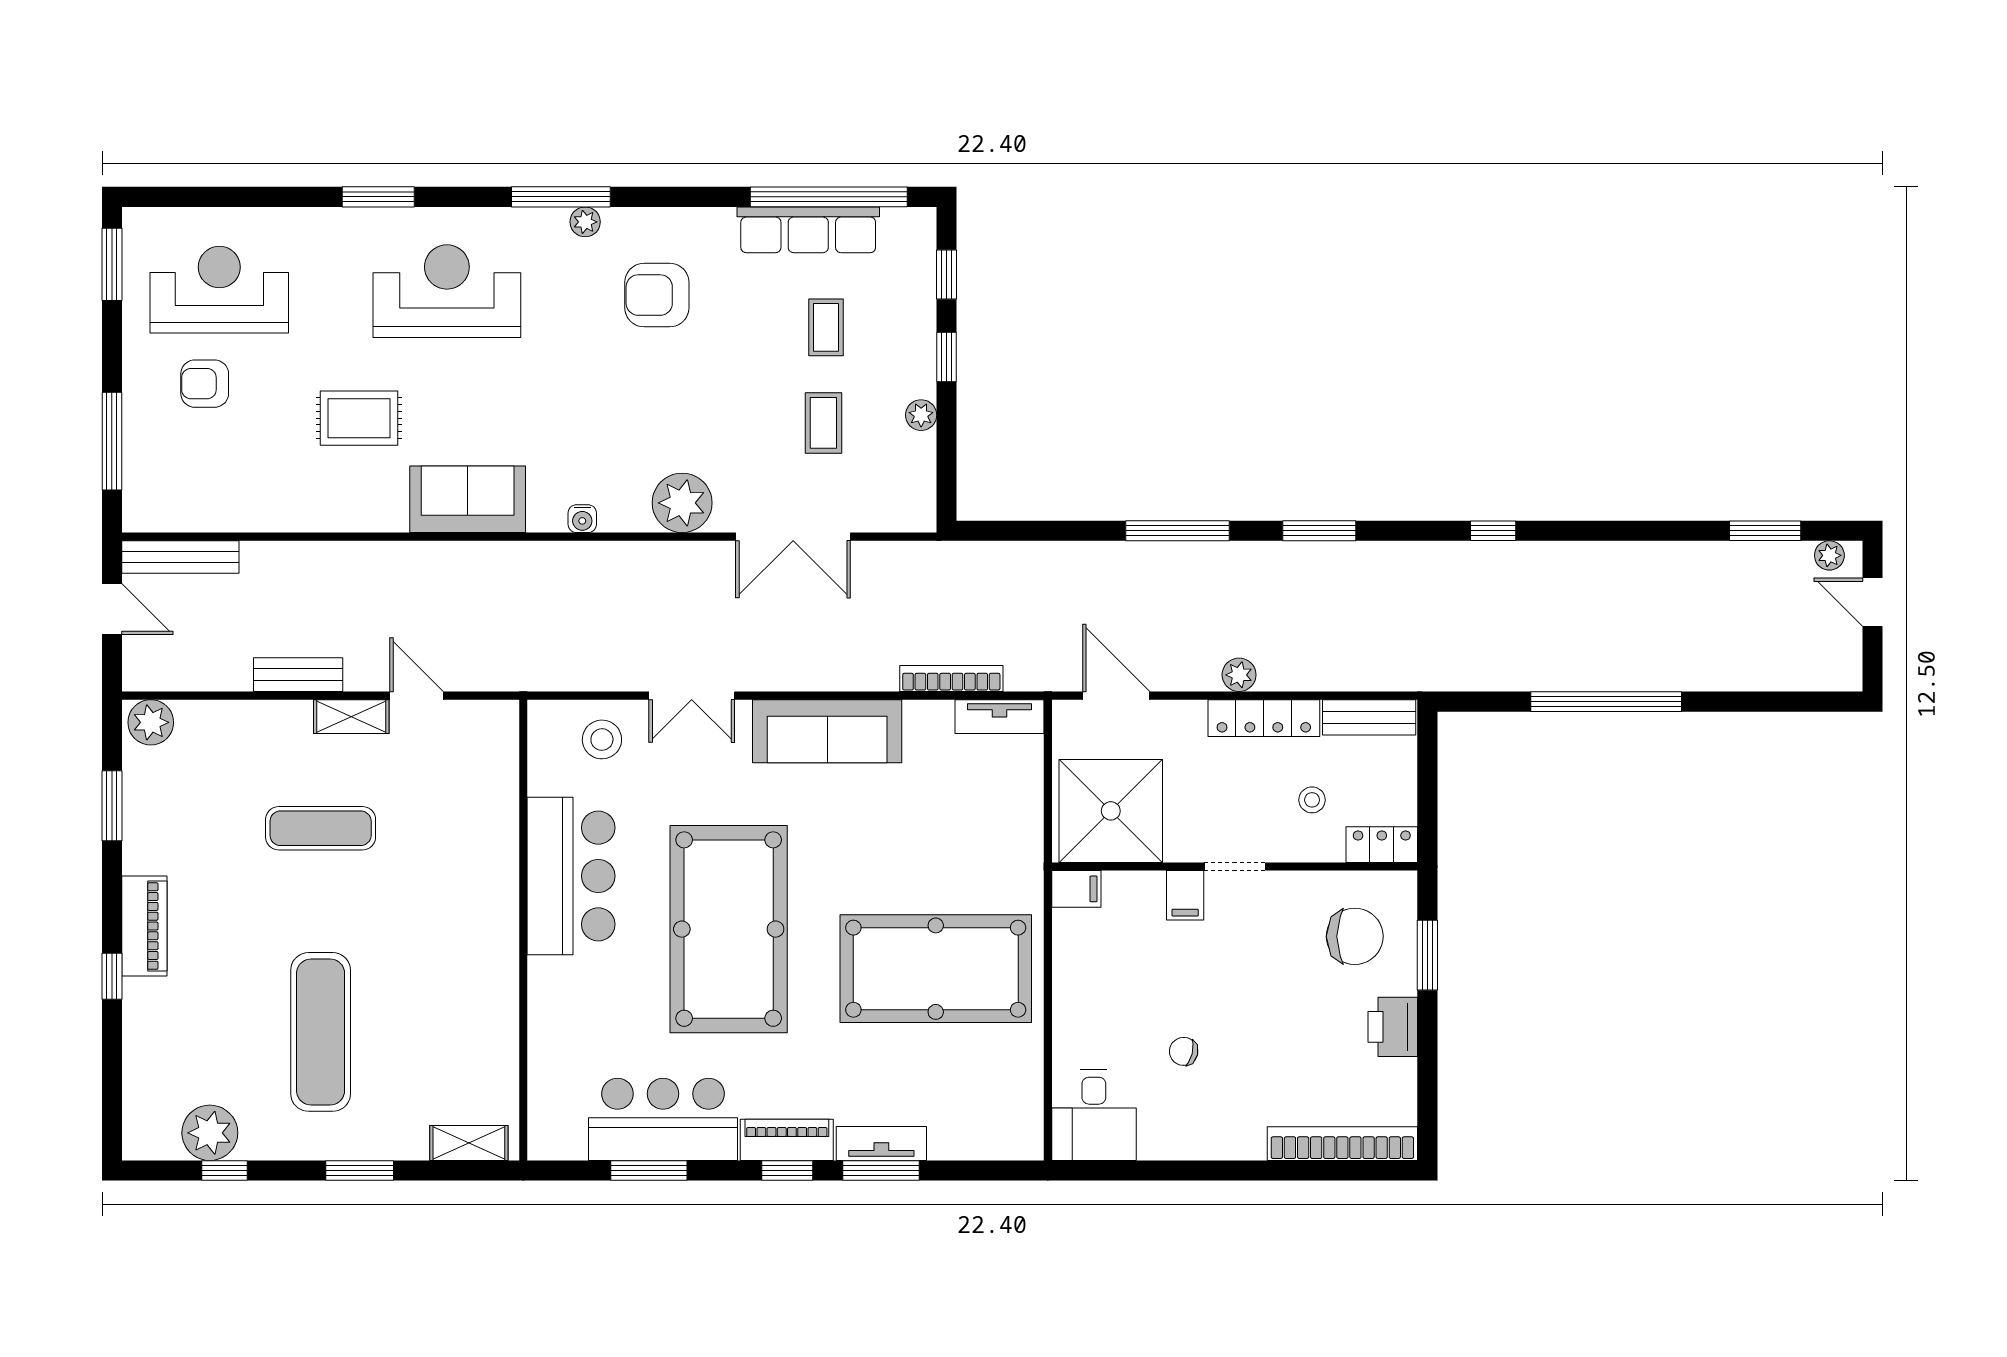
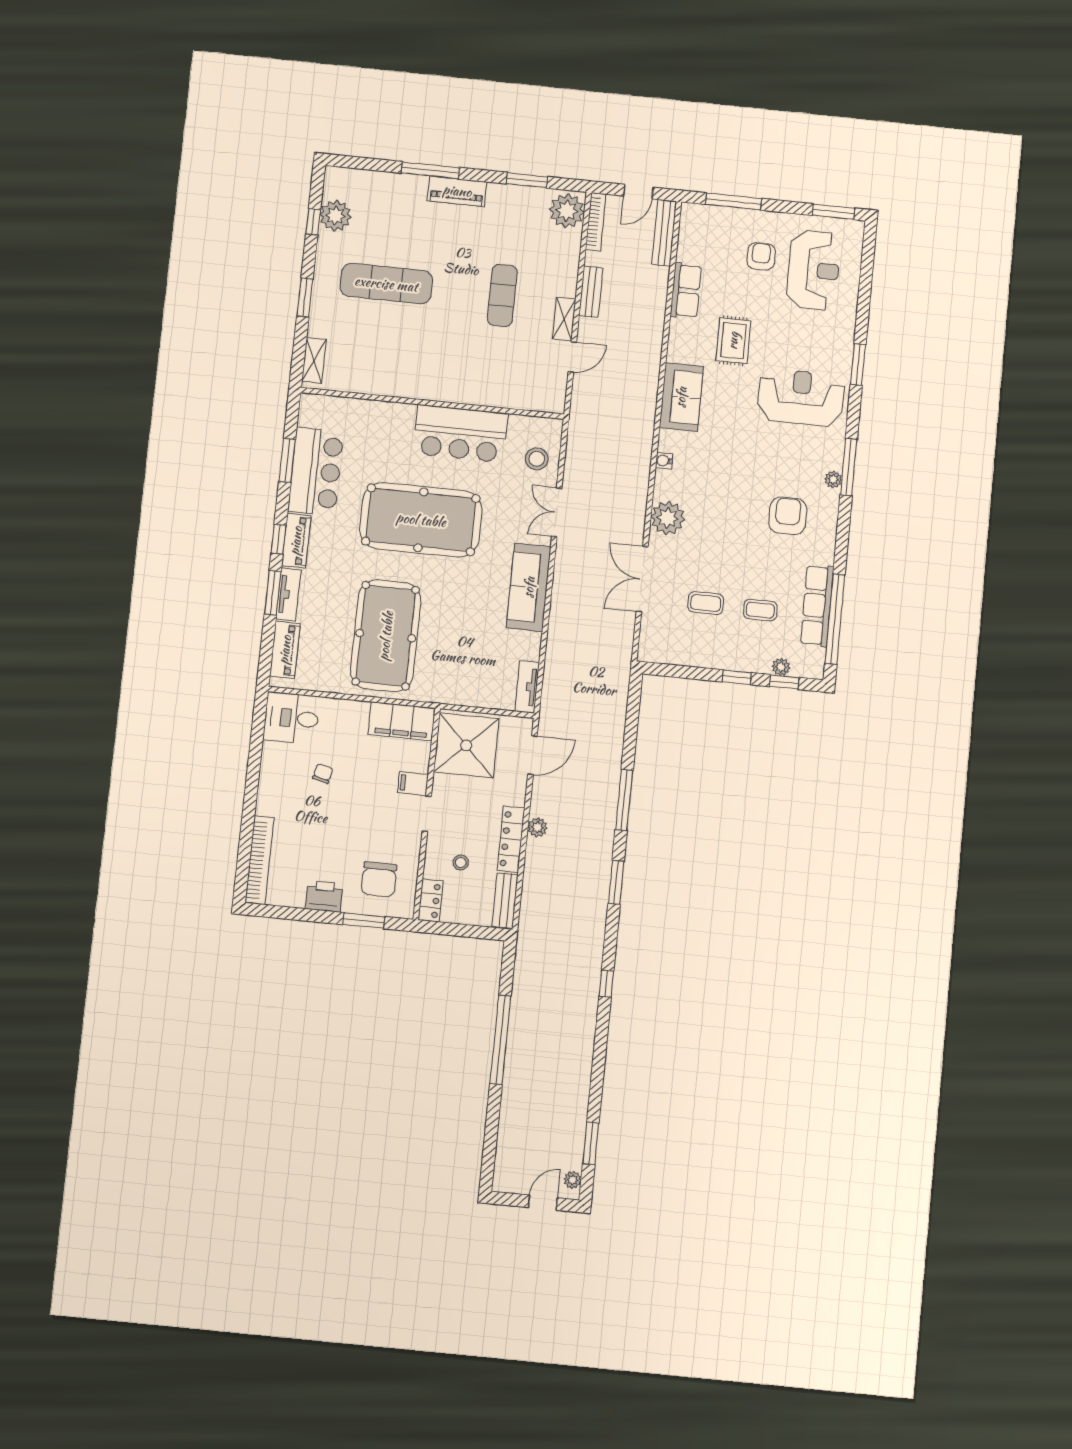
reception desk: (447, 291) -> (801, 397), turned -90
plant: (921, 415) -> (781, 667), moved
row of seats: (279, 509) -> (686, 291), added
bookcase: (951, 678) -> (596, 222), moved
plant: (151, 722) -> (567, 211), width x1.36, depth x1.36
filing cabinet: (1076, 889) -> (402, 721), width x3.00, depth x1.17
window: (112, 976) -> (430, 170), width x2.17
piano: (978, 1139) -> (285, 650), added

